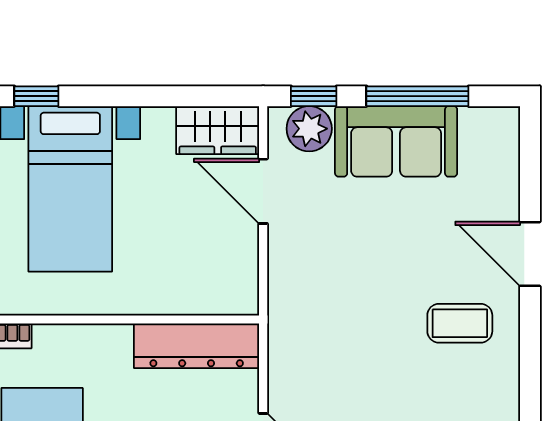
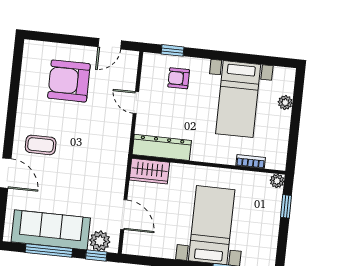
wardrobe: (218, 130) -> (149, 171), moved, turned 180
sofa: (396, 141) -> (51, 230), width x1.36

